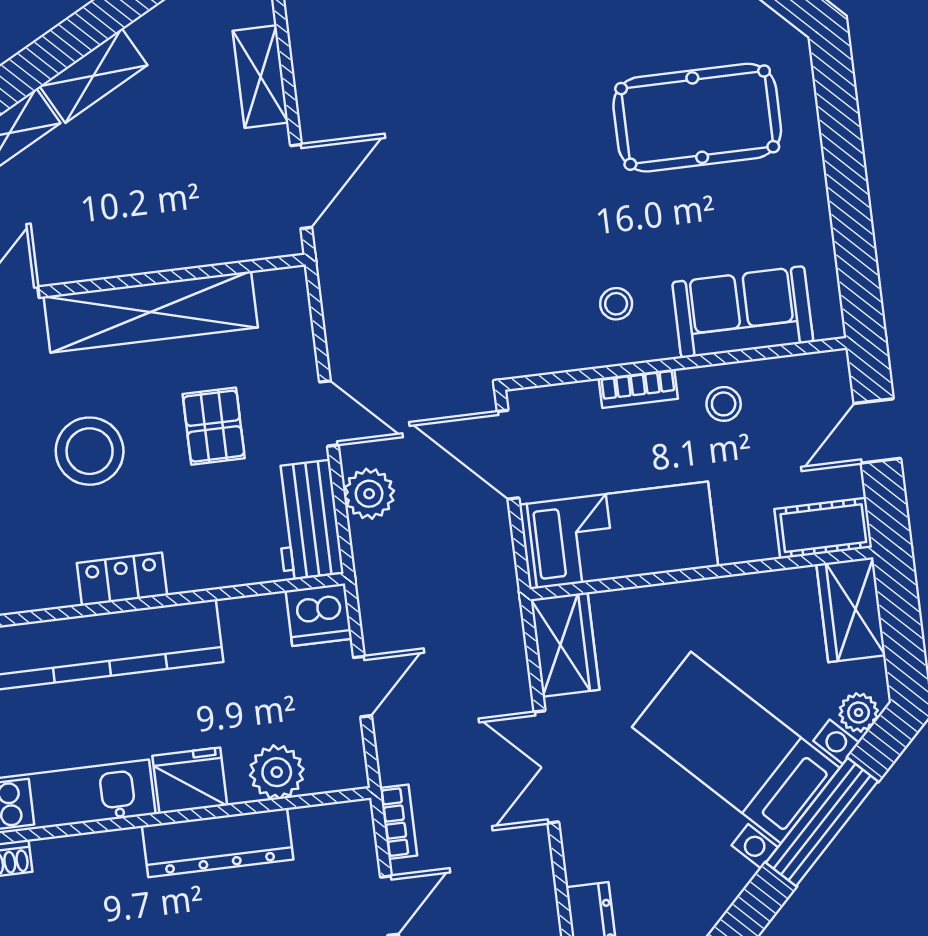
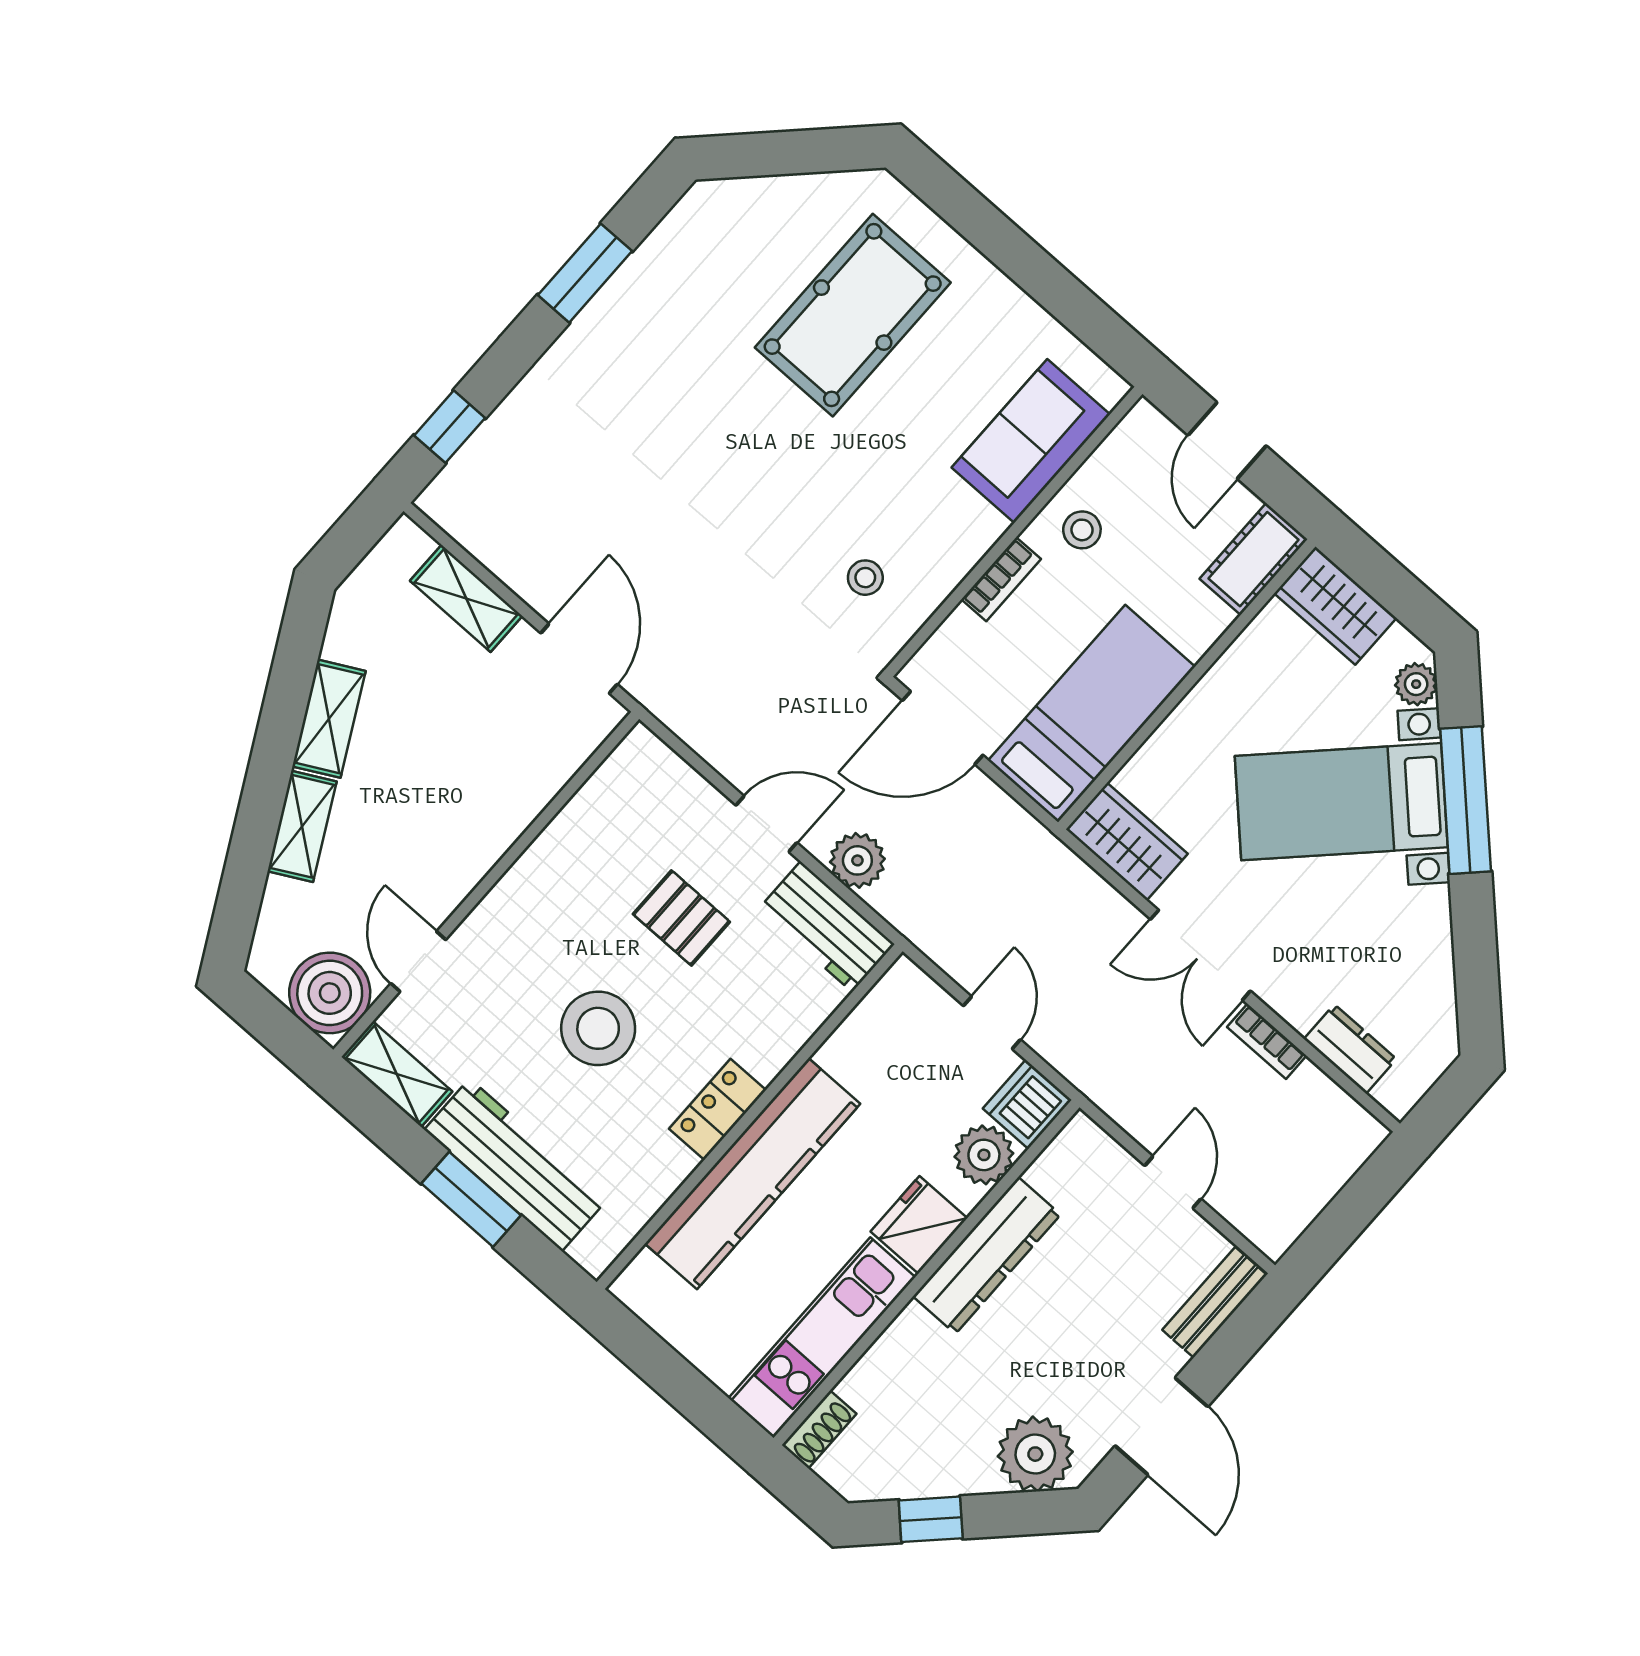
stool: (616, 304) -> (865, 578), moved
shelving: (151, 312) -> (547, 870), removed
dishwasher: (319, 615) -> (1027, 1104), moved, turned 180
bookcase: (398, 822) -> (1267, 1041), moved, turned 180

